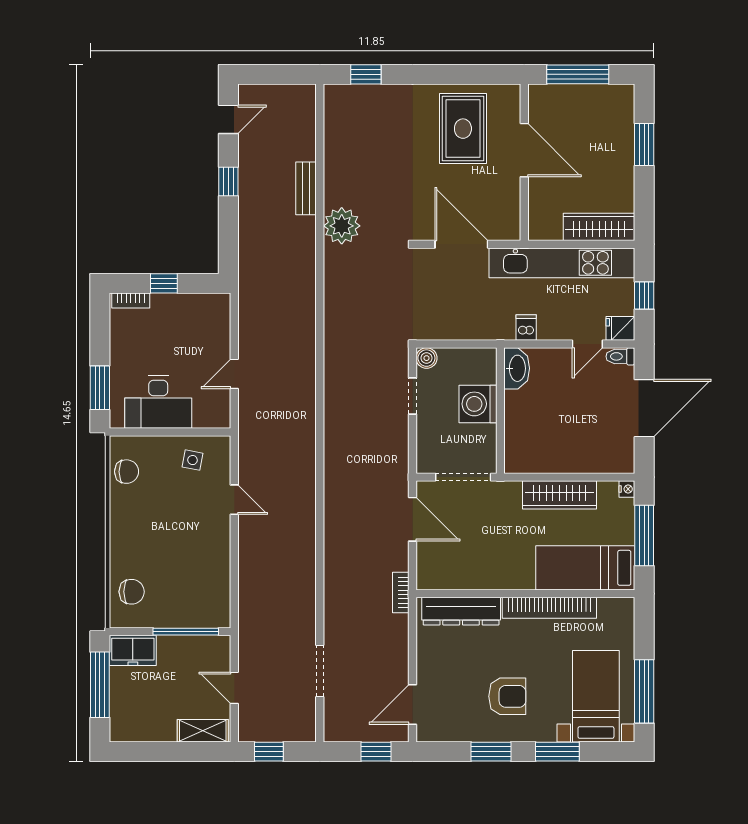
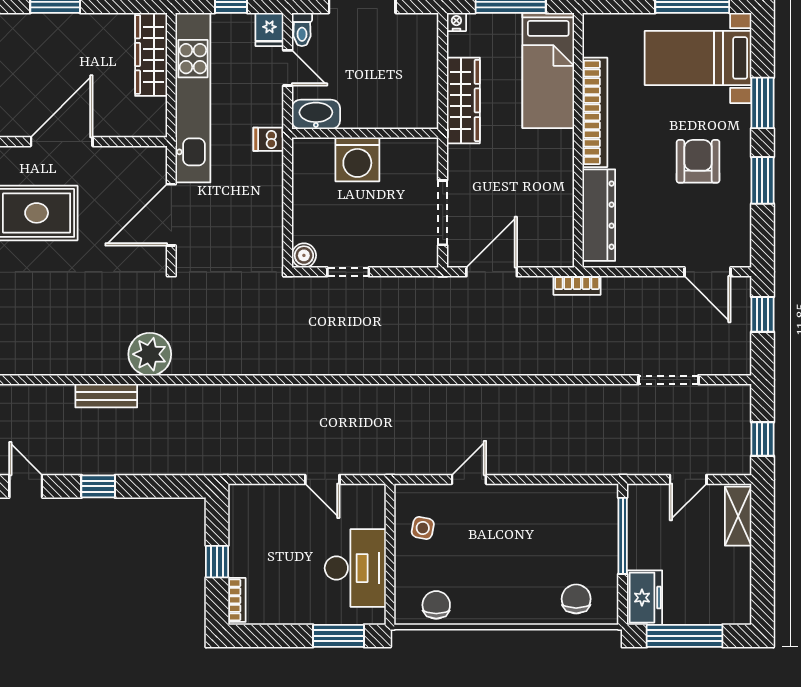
washbasin: (517, 368) -> (316, 114), moved
washing machine: (478, 404) -> (357, 159), moved
wall: (500, 411) -> (365, 133), moved

